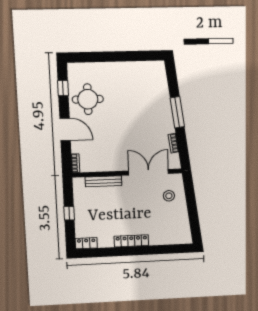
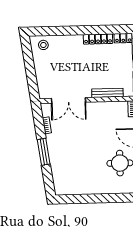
stool: (169, 196) -> (43, 45), moved
locker: (131, 241) -> (98, 39), moved

